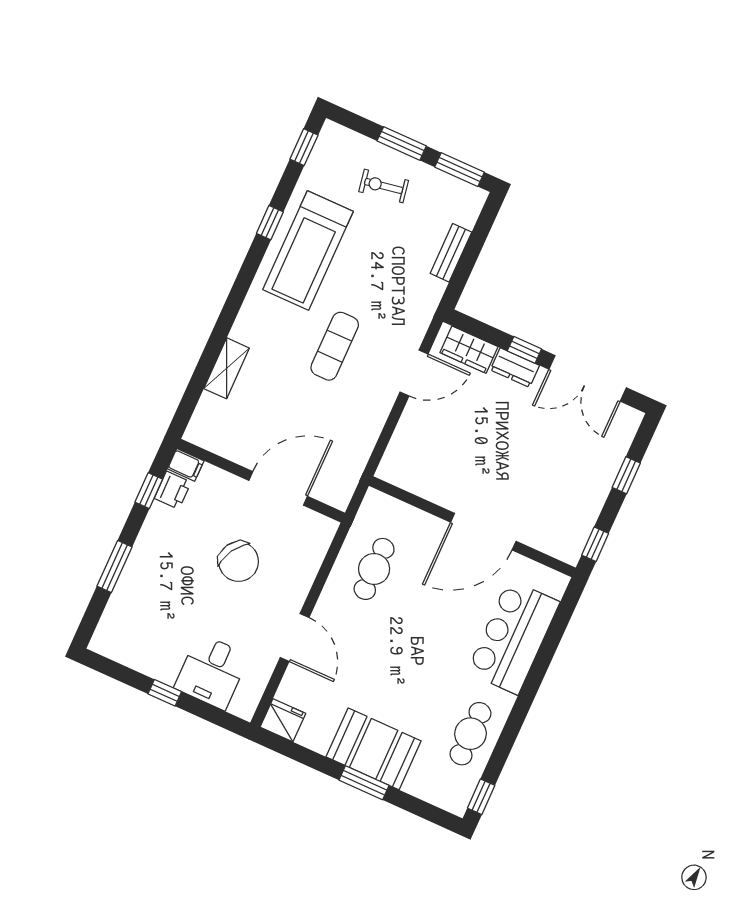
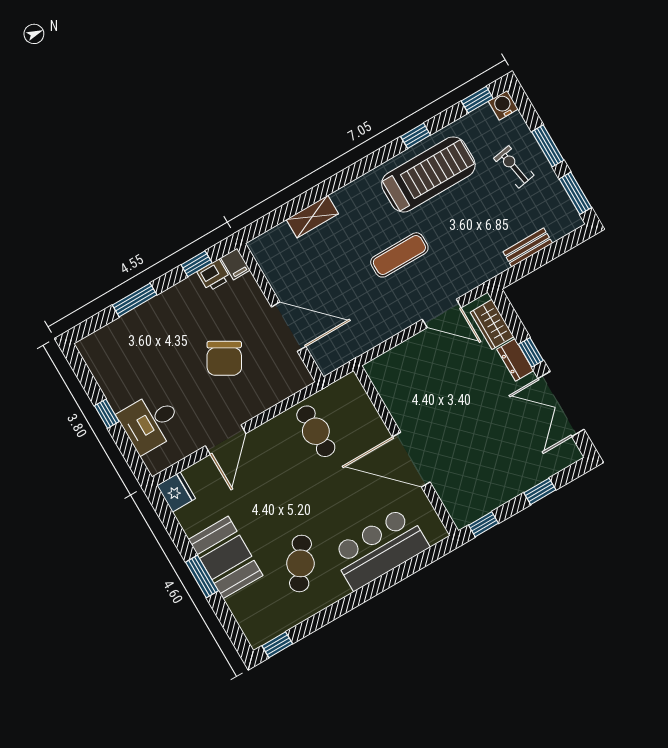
water cooler: (332, 135) -> (503, 105), added
treadmill: (308, 251) -> (428, 174), turned 180
cafe table: (374, 569) -> (316, 431), turned 90
cafe table: (470, 734) -> (300, 563), moved, turned -56

